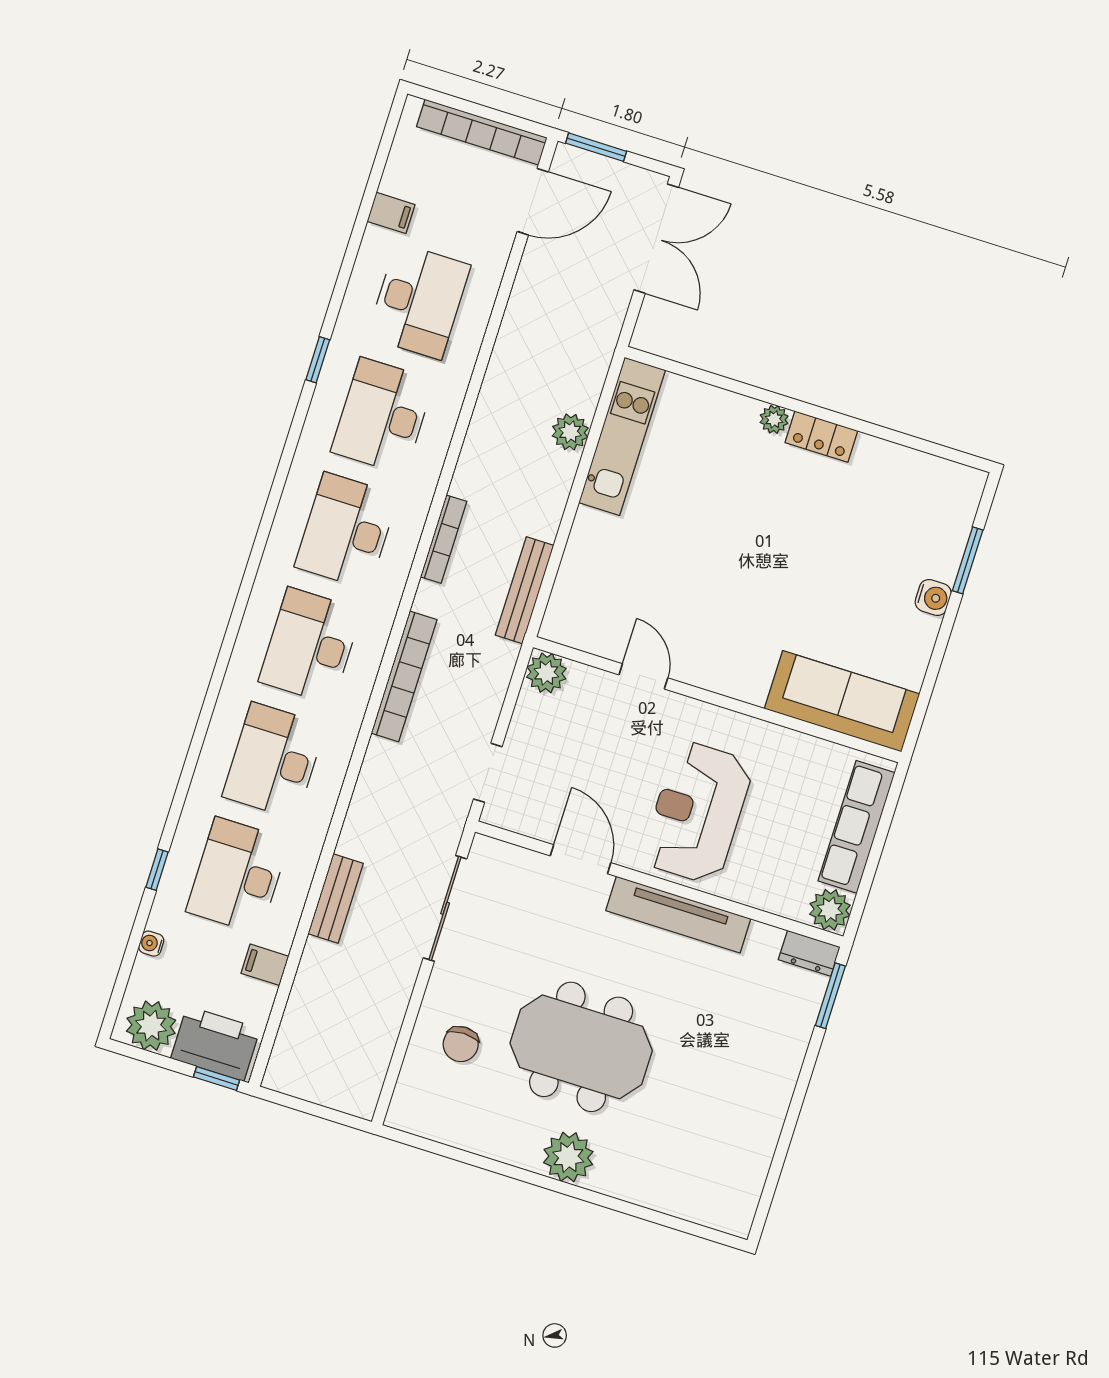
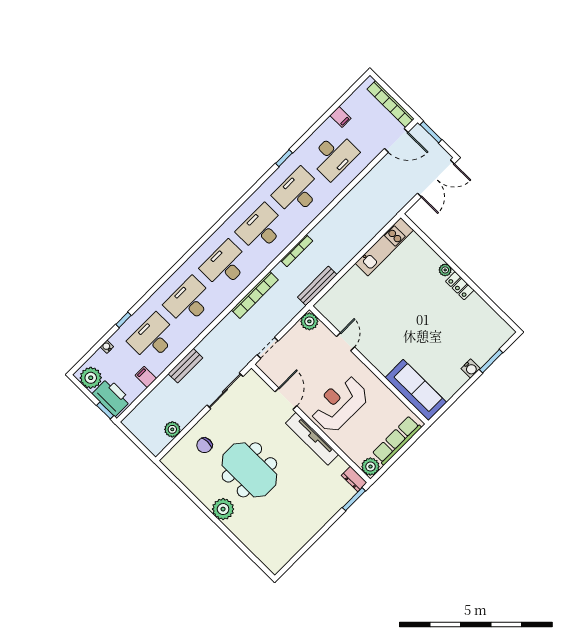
plant: (570, 432) -> (172, 429), moved

